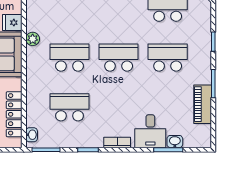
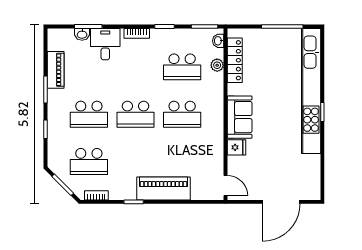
plant: (33, 39) -> (217, 65), moved

